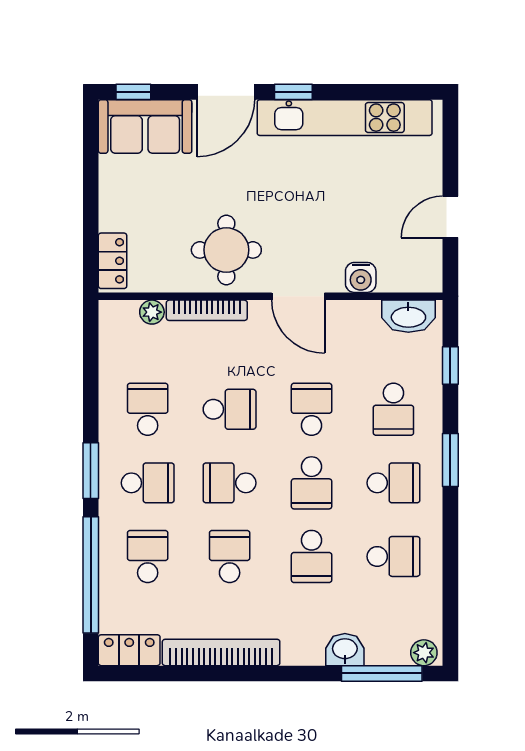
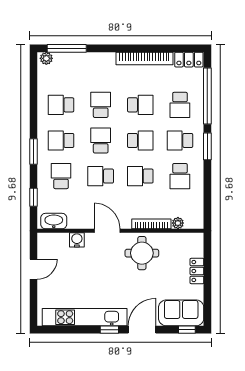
locker: (113, 261) -> (197, 271), moved
school desk: (312, 409) -> (101, 176), turned 90
school desk: (230, 556) -> (140, 105), turned -90
washbasin: (345, 650) -> (85, 60), removed

